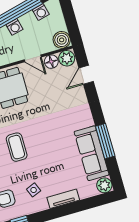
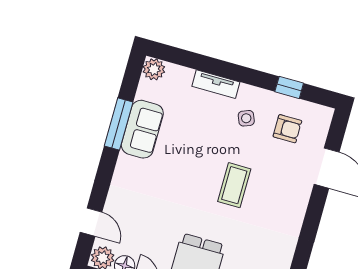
door: (86, 75) -> (91, 222), hinge flipped
sofa: (92, 153) -> (142, 129), width x0.73

